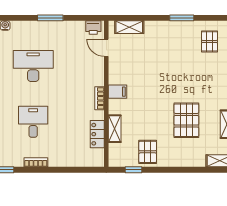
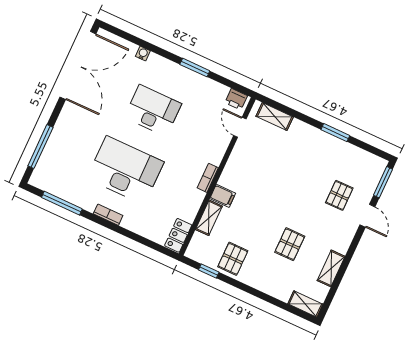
pallet: (210, 41) -> (339, 195), moved
filing cabinet: (117, 92) -> (223, 196), moved
pallet: (186, 120) -> (290, 244), width x0.67, depth x0.71
desk: (33, 122) -> (125, 170), width x1.87, depth x1.30
locker: (97, 134) -> (178, 235), moved

